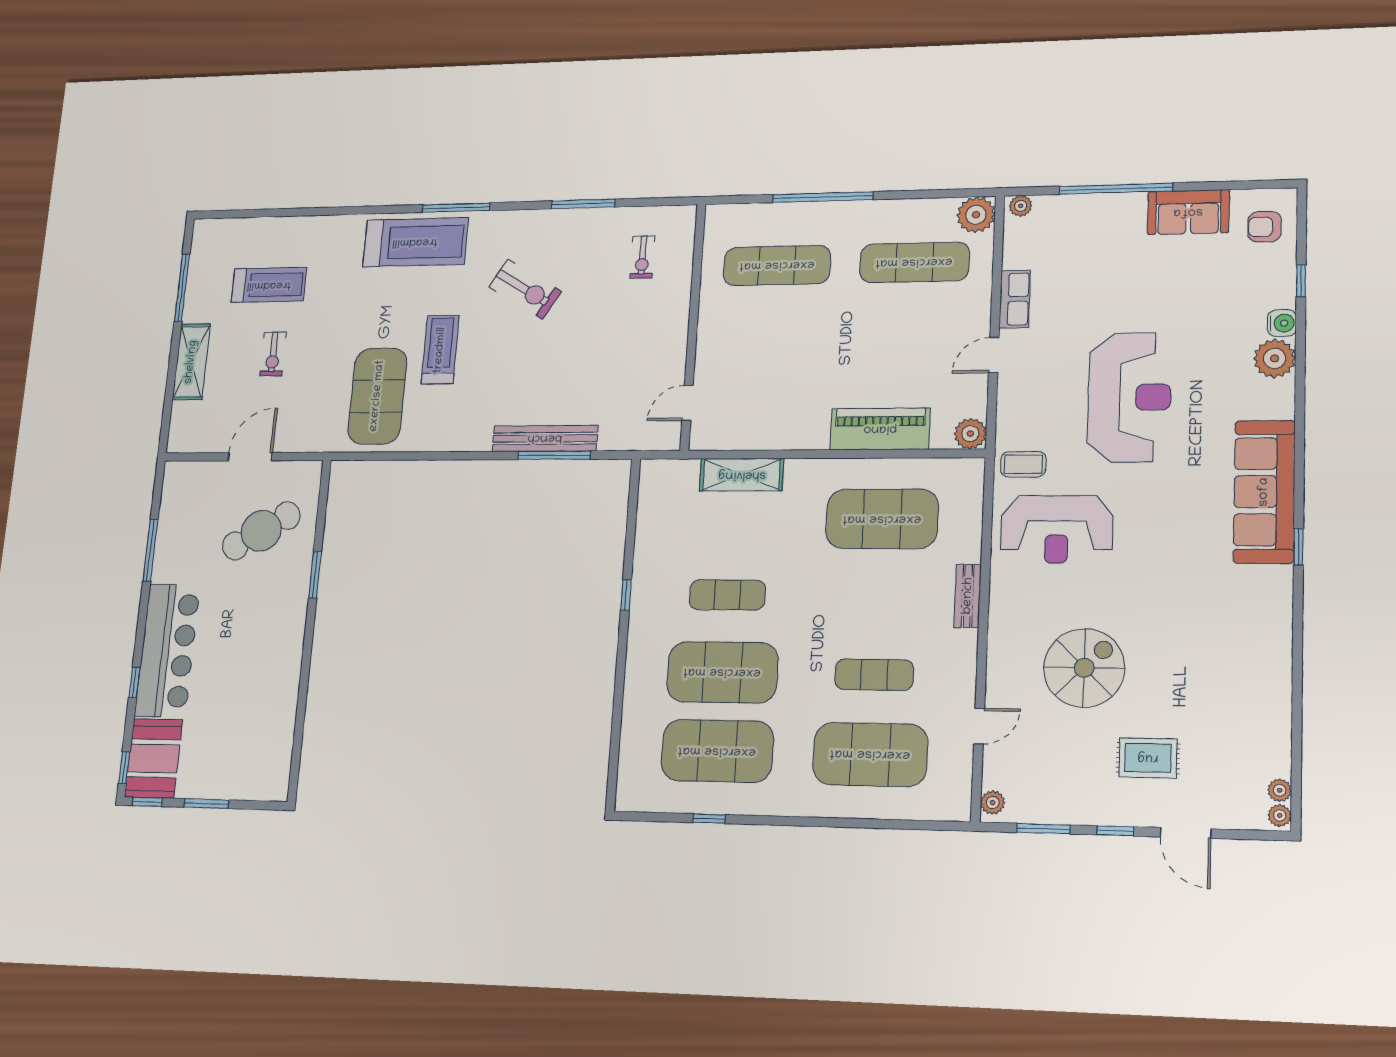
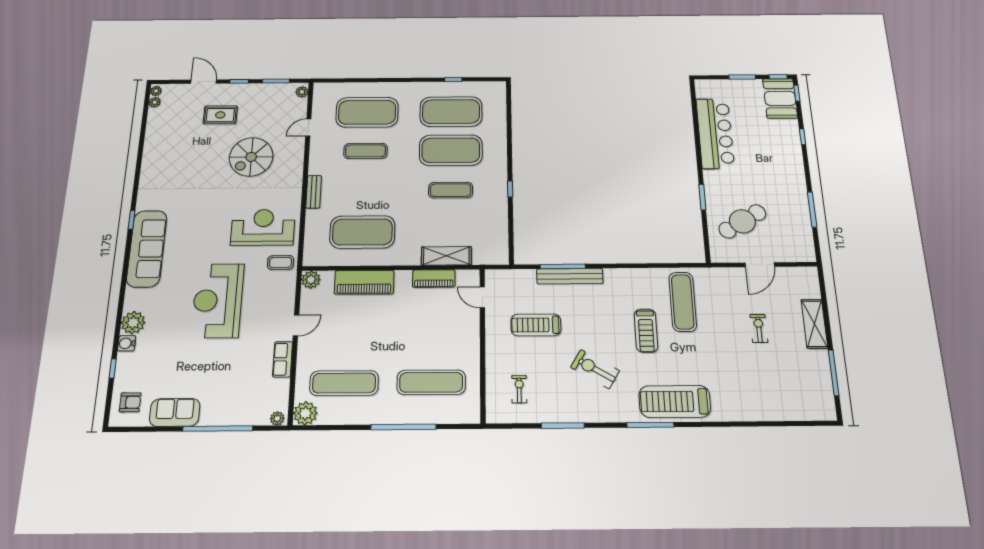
treadmill: (269, 285) -> (536, 325), moved
exercise mat: (377, 396) -> (683, 302), width x0.68
door: (688, 403) -> (482, 297), swing flipped
piano: (764, 435) -> (434, 279), added
bar counter: (167, 650) -> (715, 133), moved, turned 180

